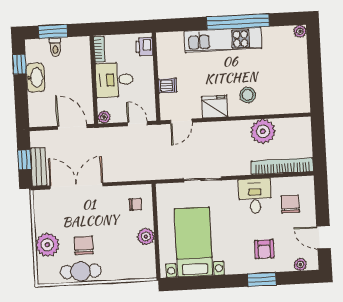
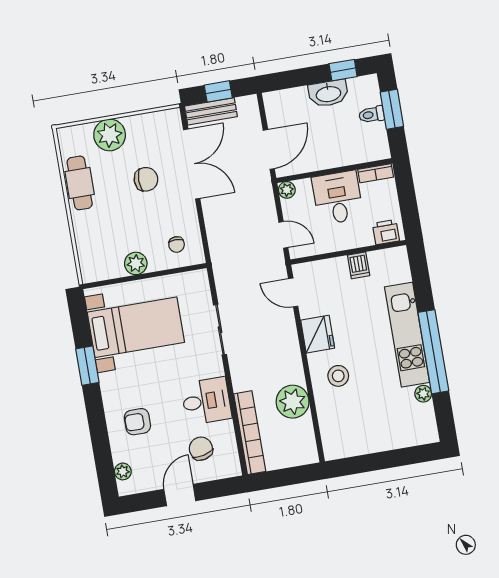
plant: (300, 31) -> (423, 394), moved
dishwasher: (168, 86) -> (359, 265), moved
door: (137, 124) -> (283, 235), hinge flipped
chair: (290, 204) -> (201, 449), turned -103
door: (324, 237) -> (180, 495), moved
chair: (84, 245) -> (146, 179), moved
window: (262, 279) -> (87, 366), moved

